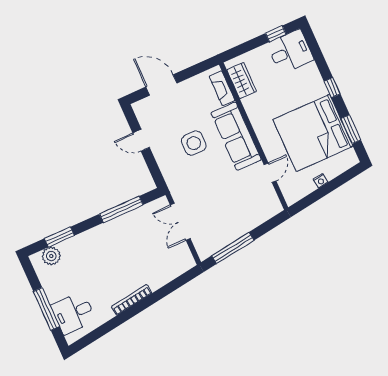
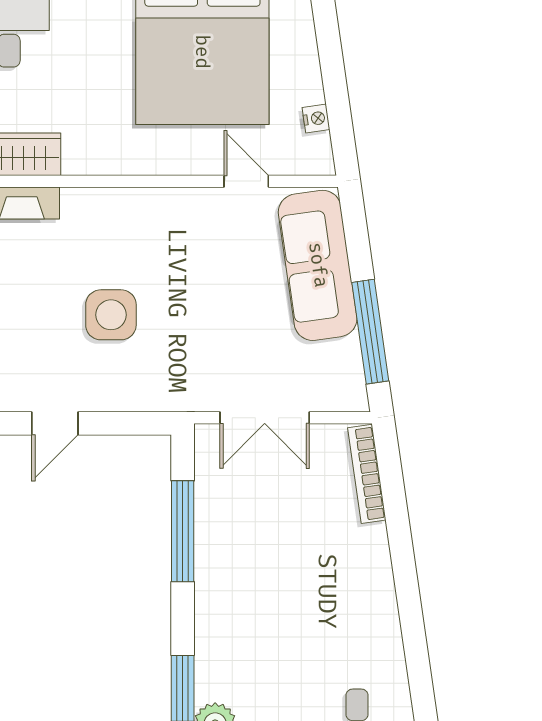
sofa: (236, 136) -> (318, 265), moved, turned 82
nightstand: (320, 181) -> (316, 118), moved
bookcase: (132, 300) -> (367, 474), moved

